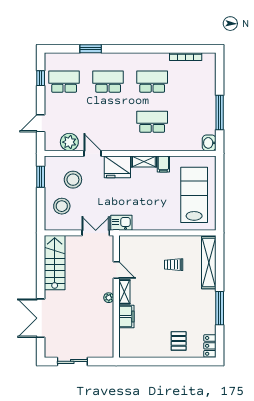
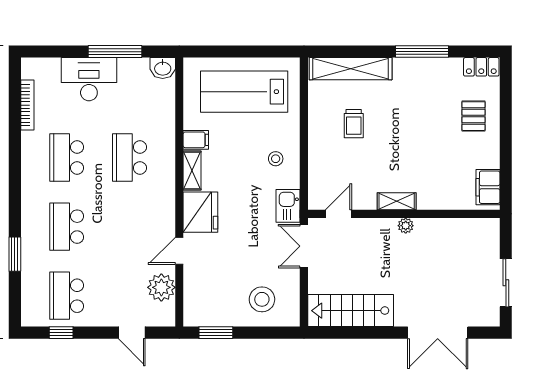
desk: (202, 96) -> (89, 79), added
stool: (73, 180) -> (276, 159), moved, width x0.53, depth x0.53
door: (116, 270) -> (338, 214), moved
filing cabinet: (126, 317) -> (488, 187), moved, turned -90
pallet: (179, 341) -> (473, 116), turned 90

